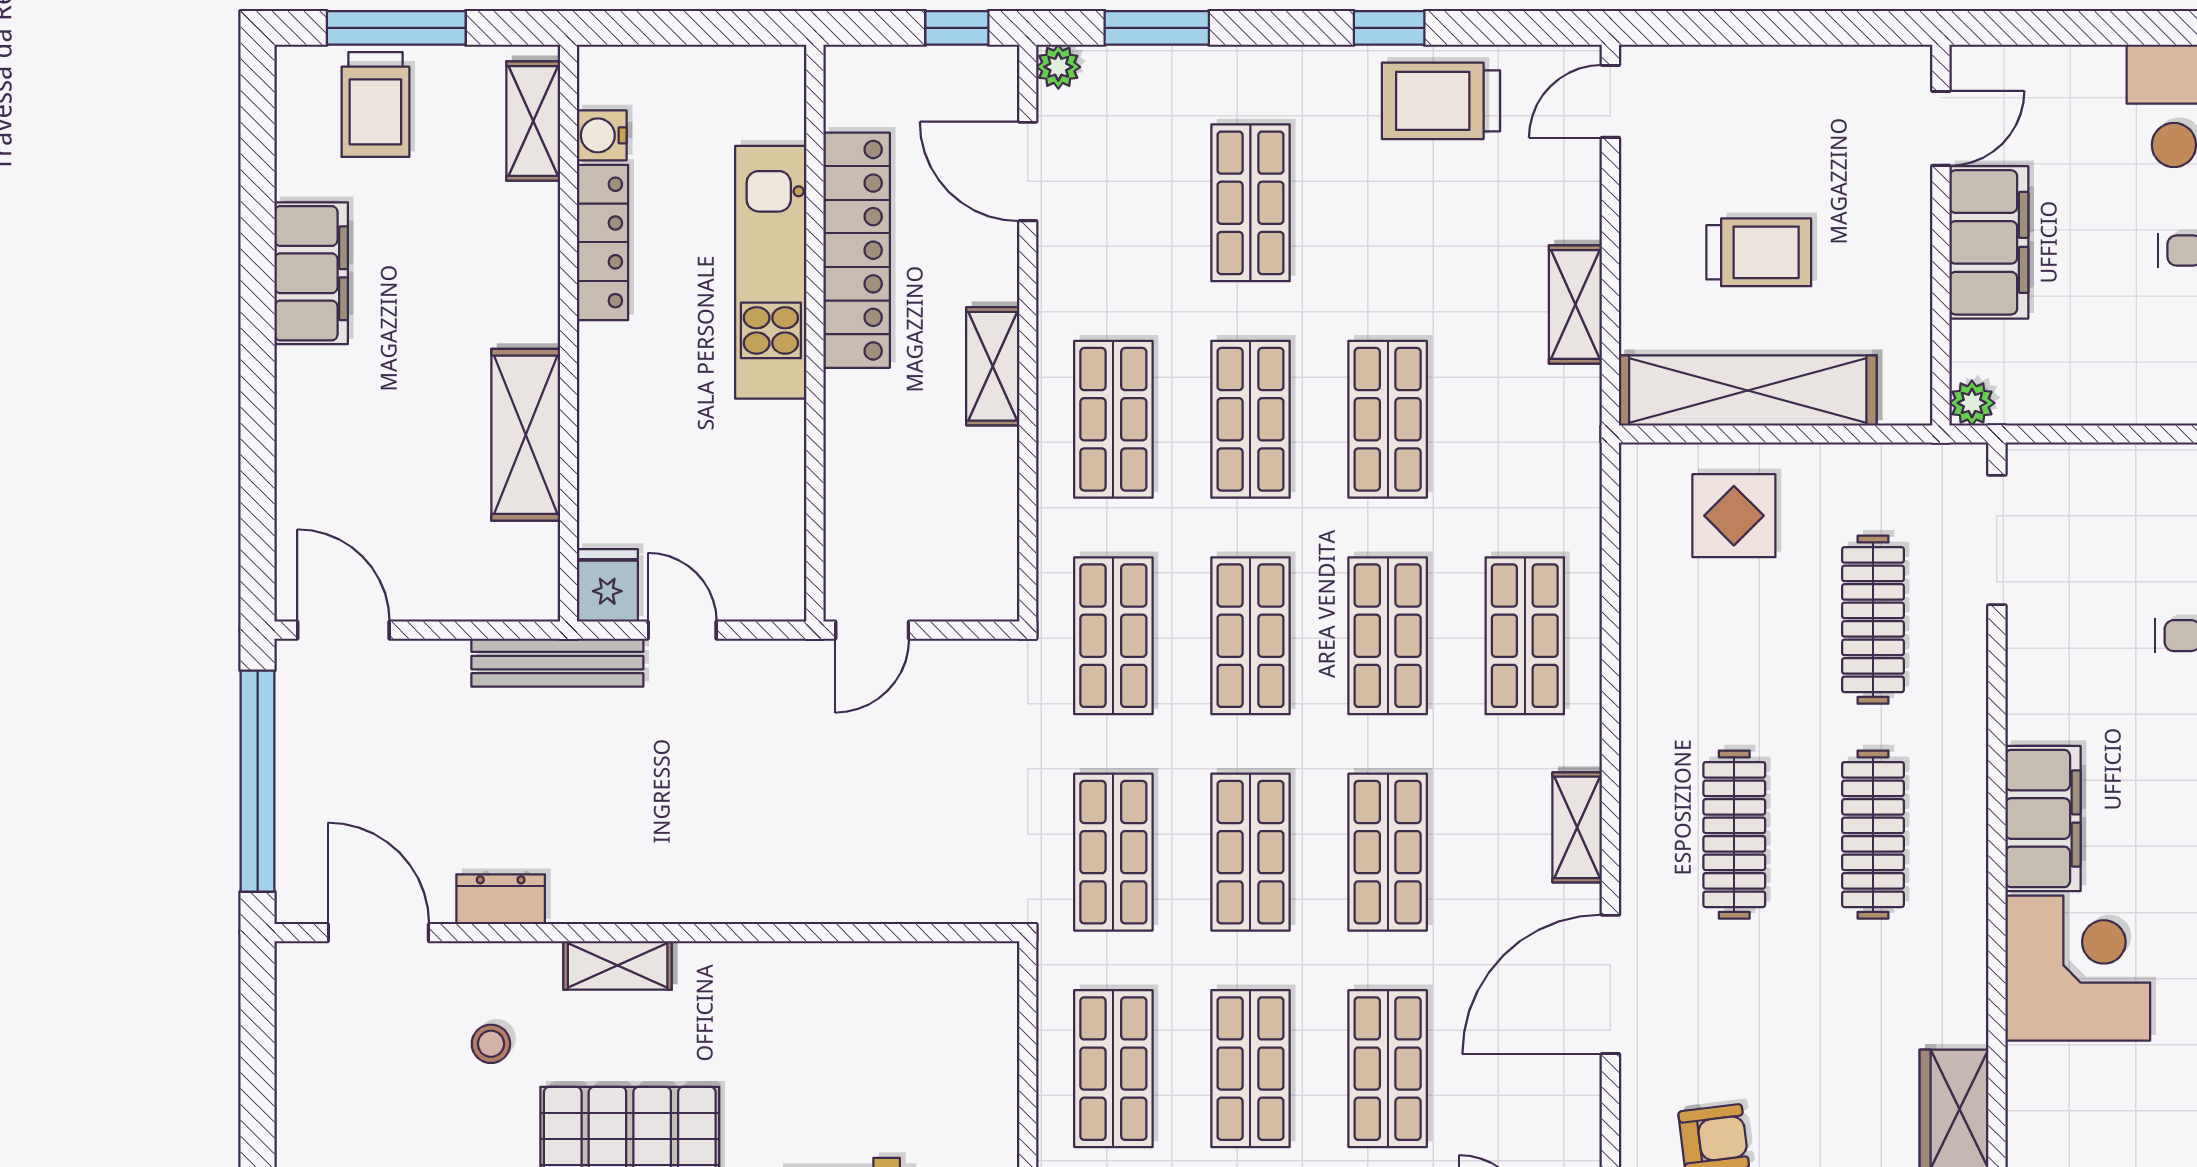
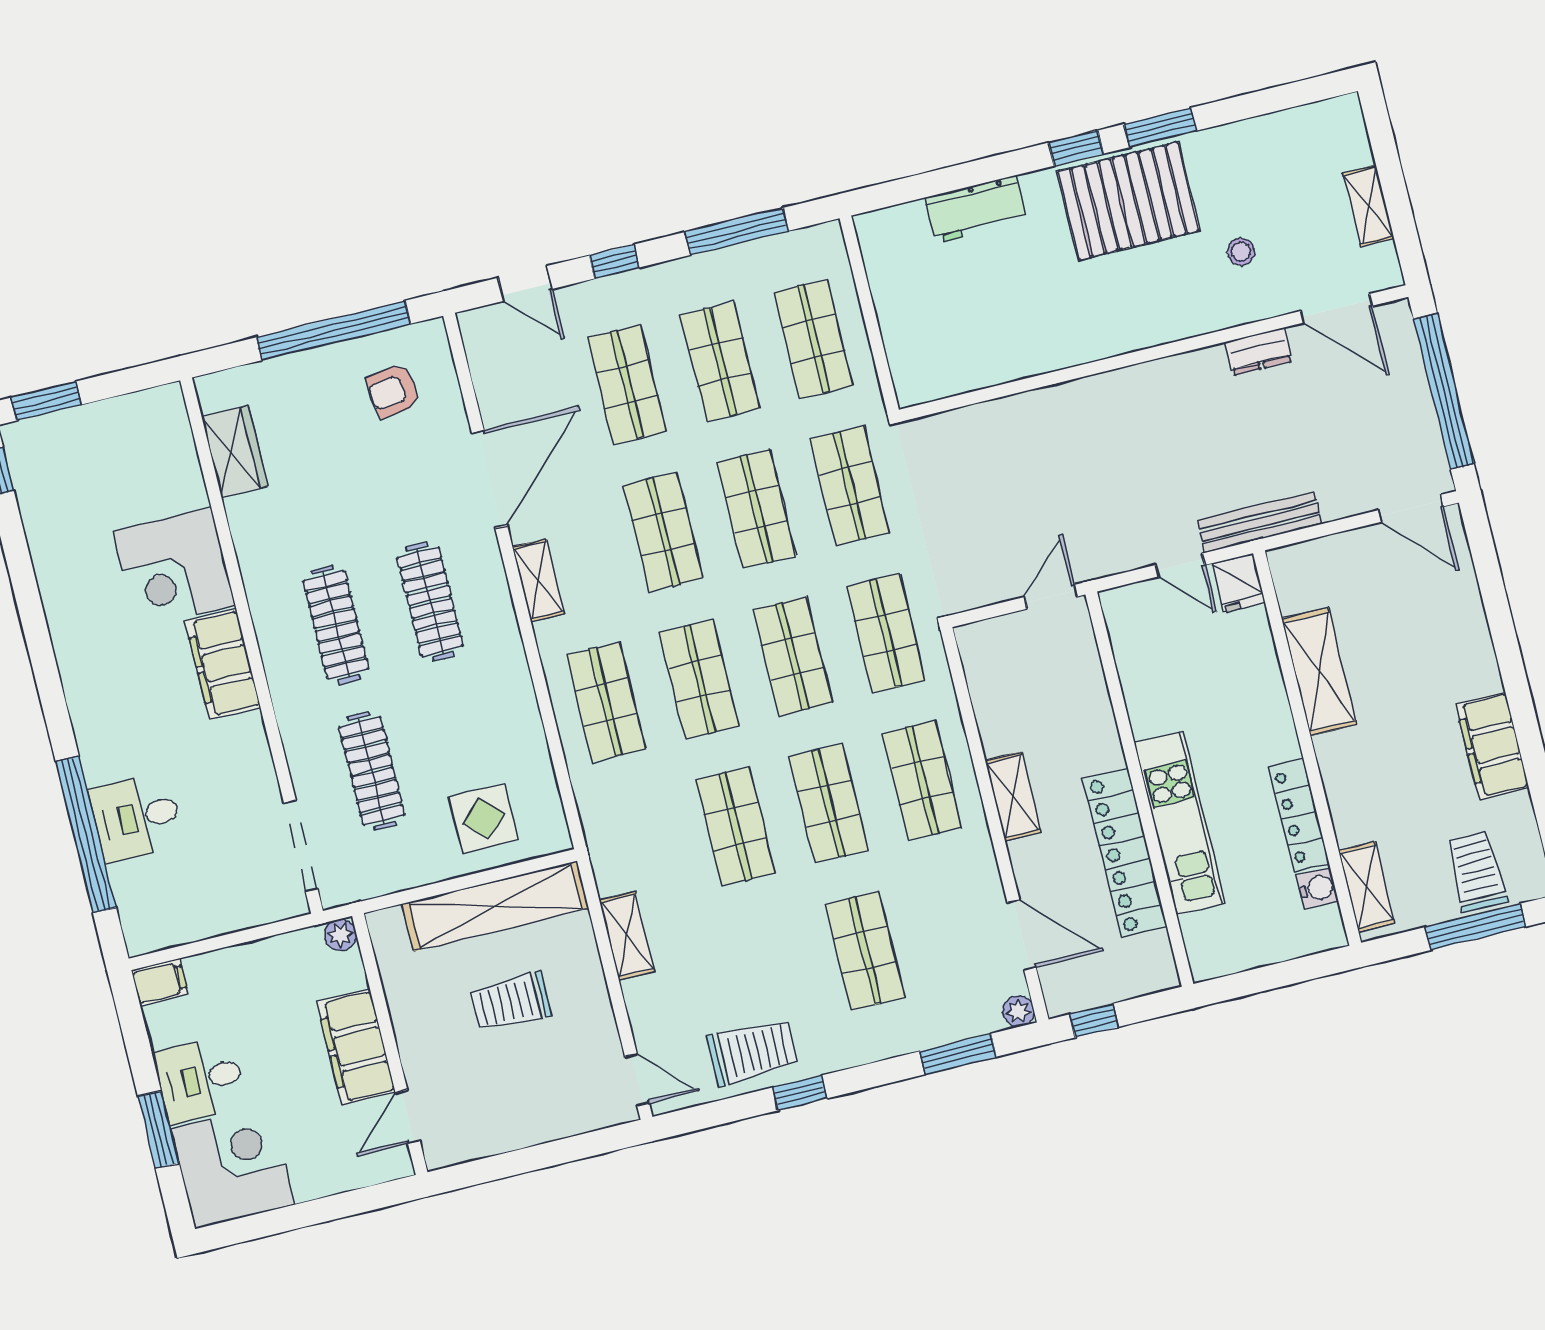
door: (1610, 101) -> (637, 1080), hinge flipped
shelving: (618, 965) -> (1369, 206), moved, turned 90

